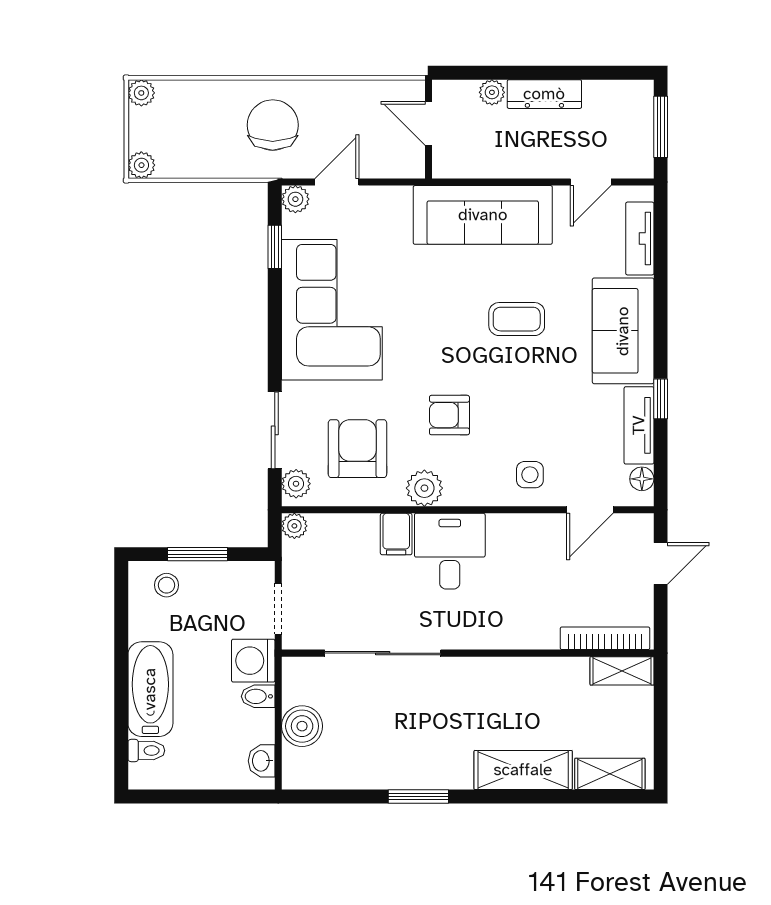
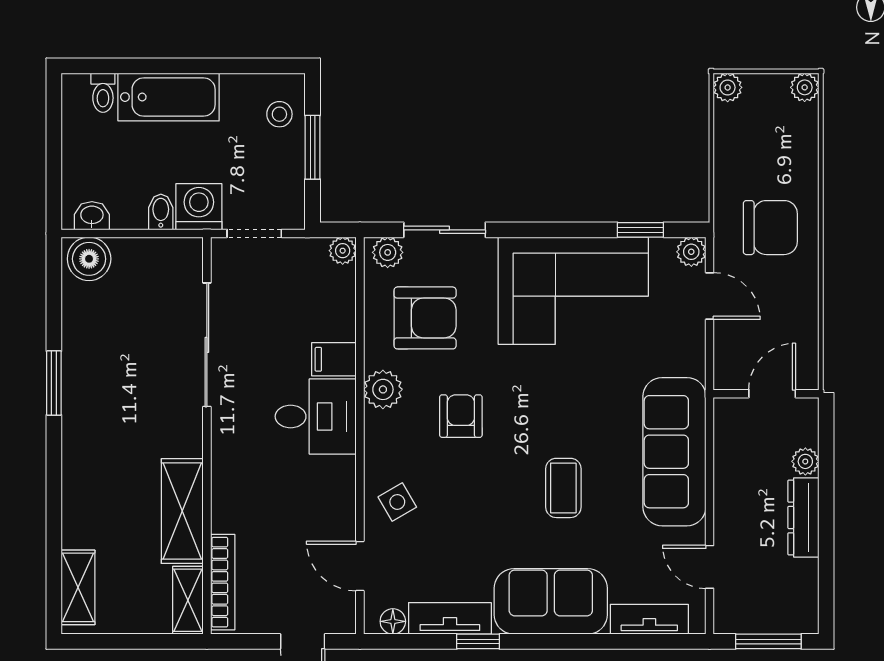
side table: (530, 475) -> (397, 502), turned -30
boiler: (302, 726) -> (89, 259), moved
shelving: (523, 770) -> (182, 511), moved

